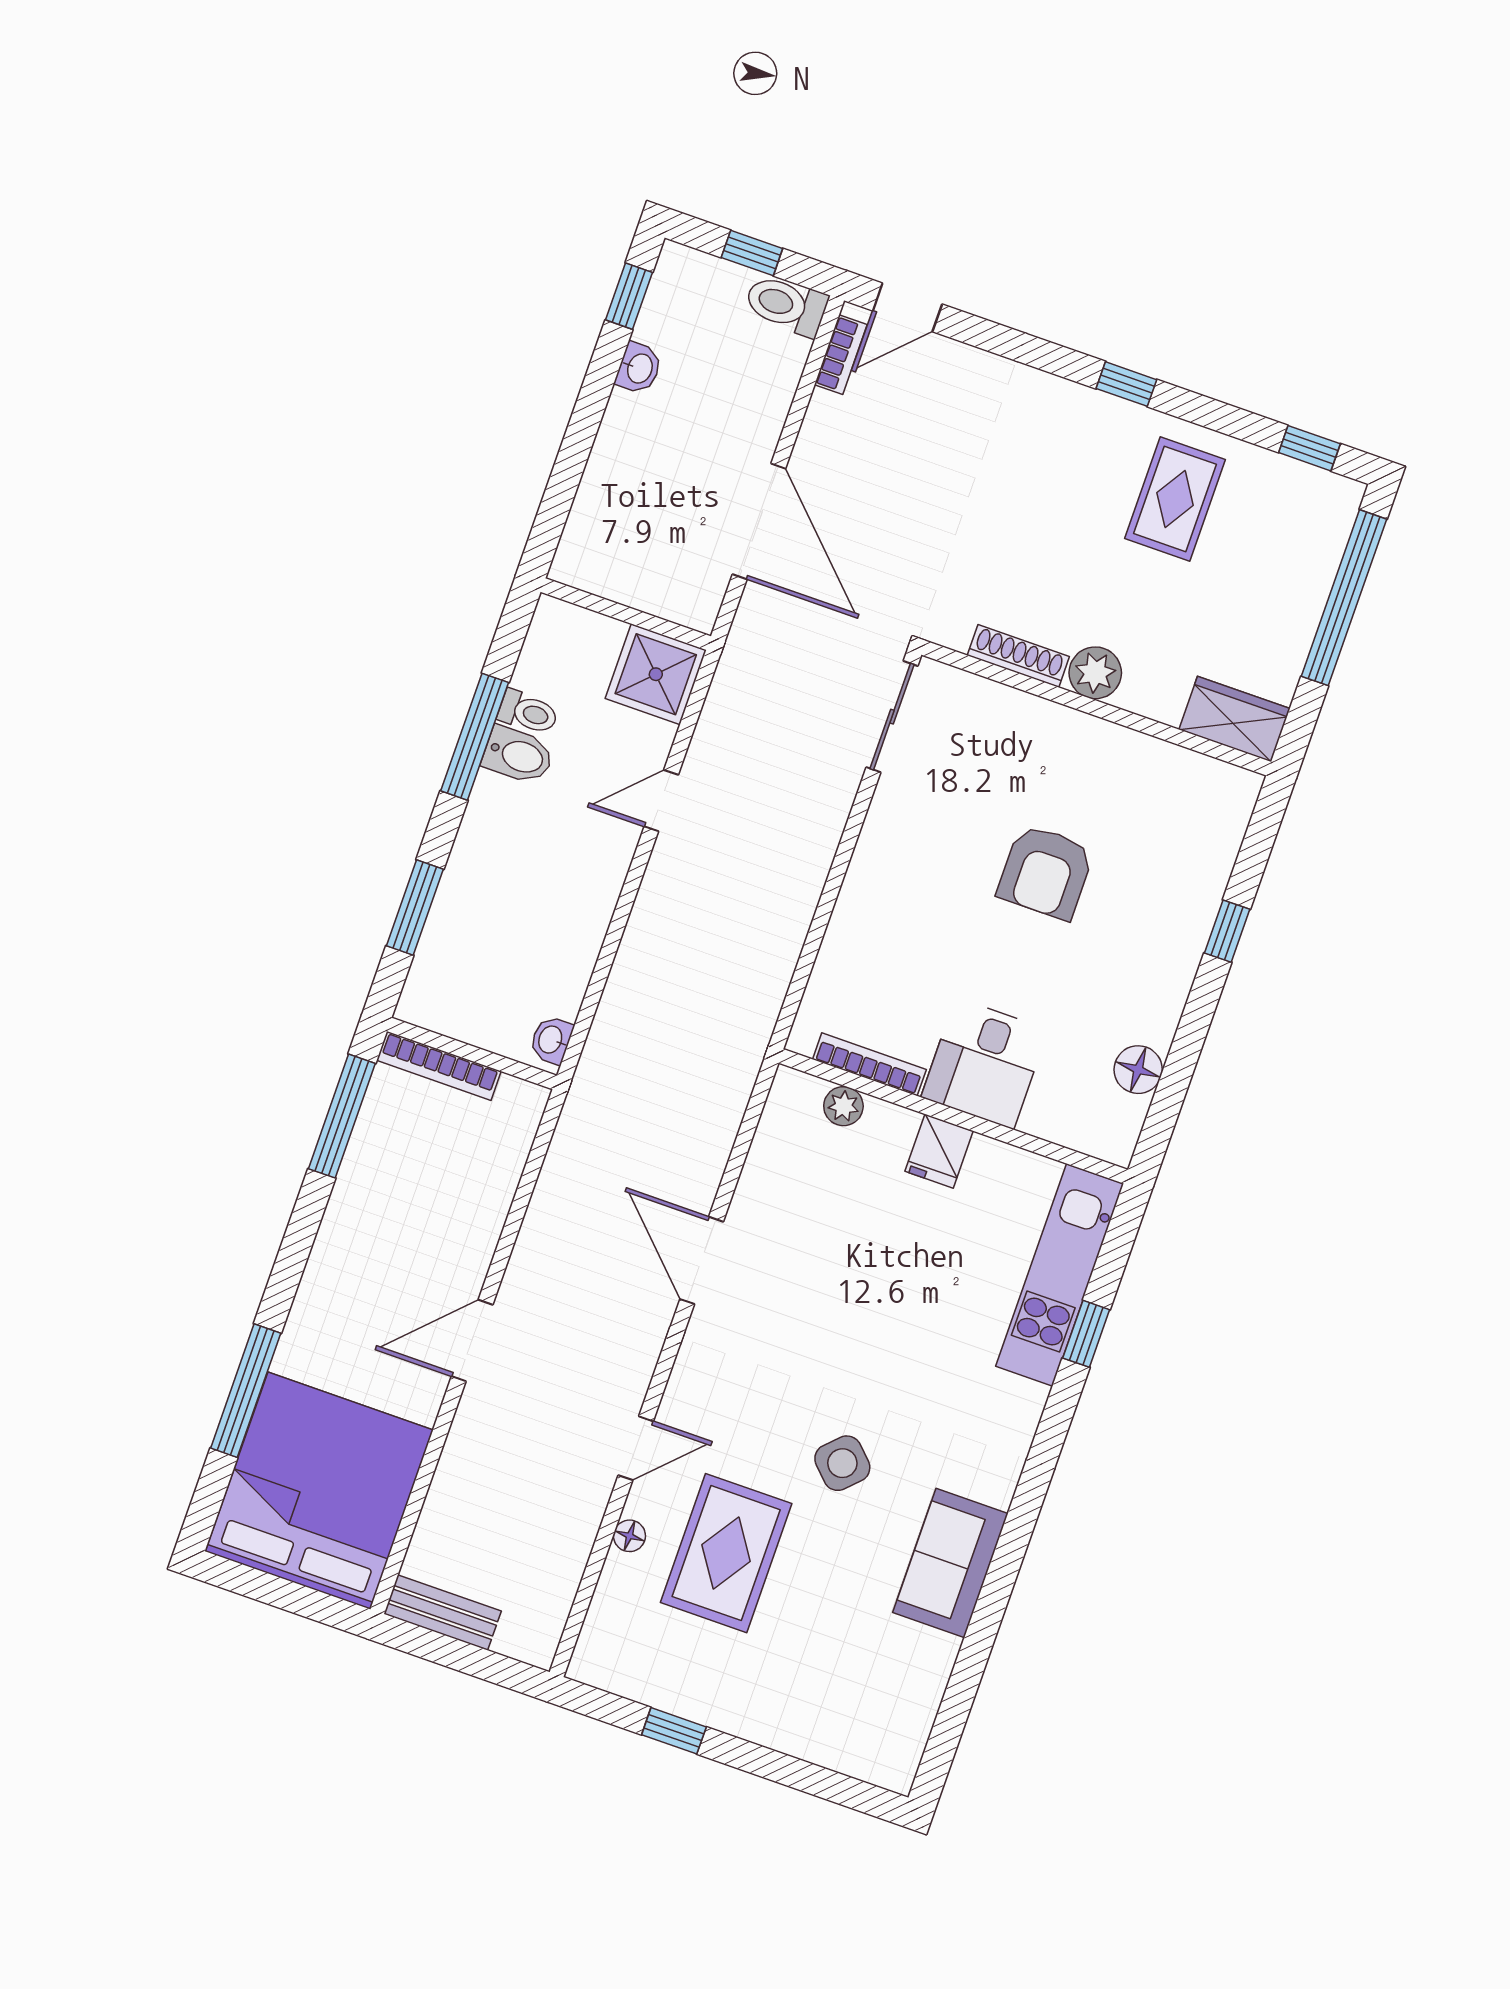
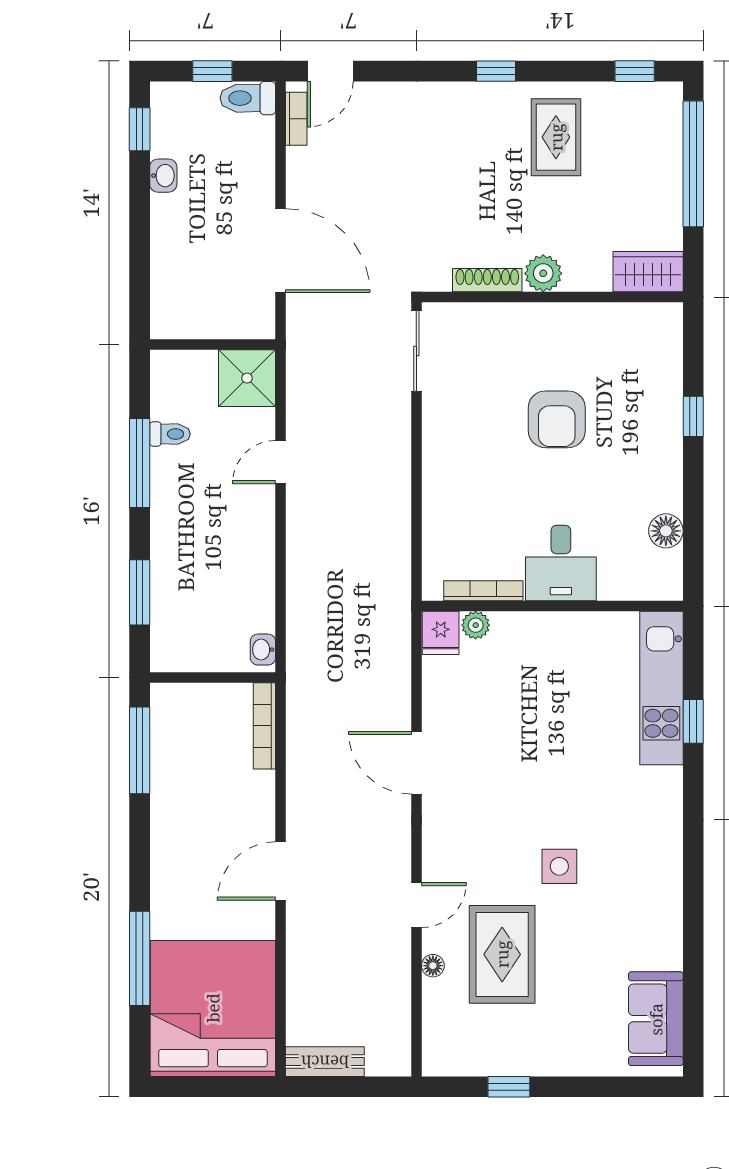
bidet: (518, 755) -> (173, 465), removed
bookcase: (439, 1066) -> (264, 726), moved, turned 90
fridge: (939, 1151) -> (441, 633), moved
side table: (842, 1463) -> (559, 866), turned 45
sofa: (950, 1563) -> (656, 1019), moved

